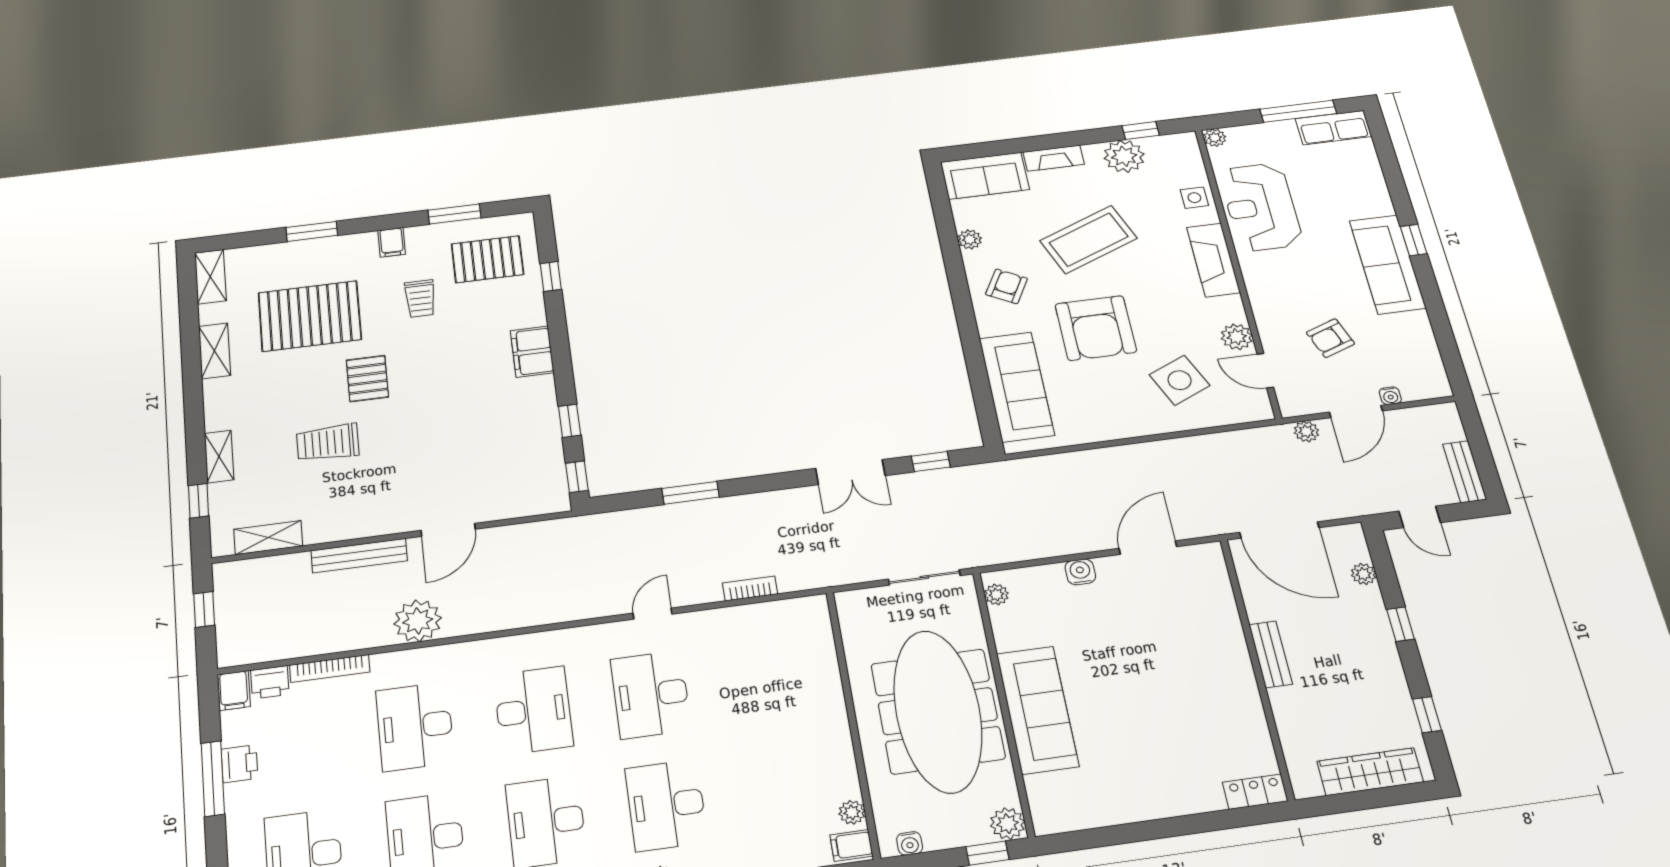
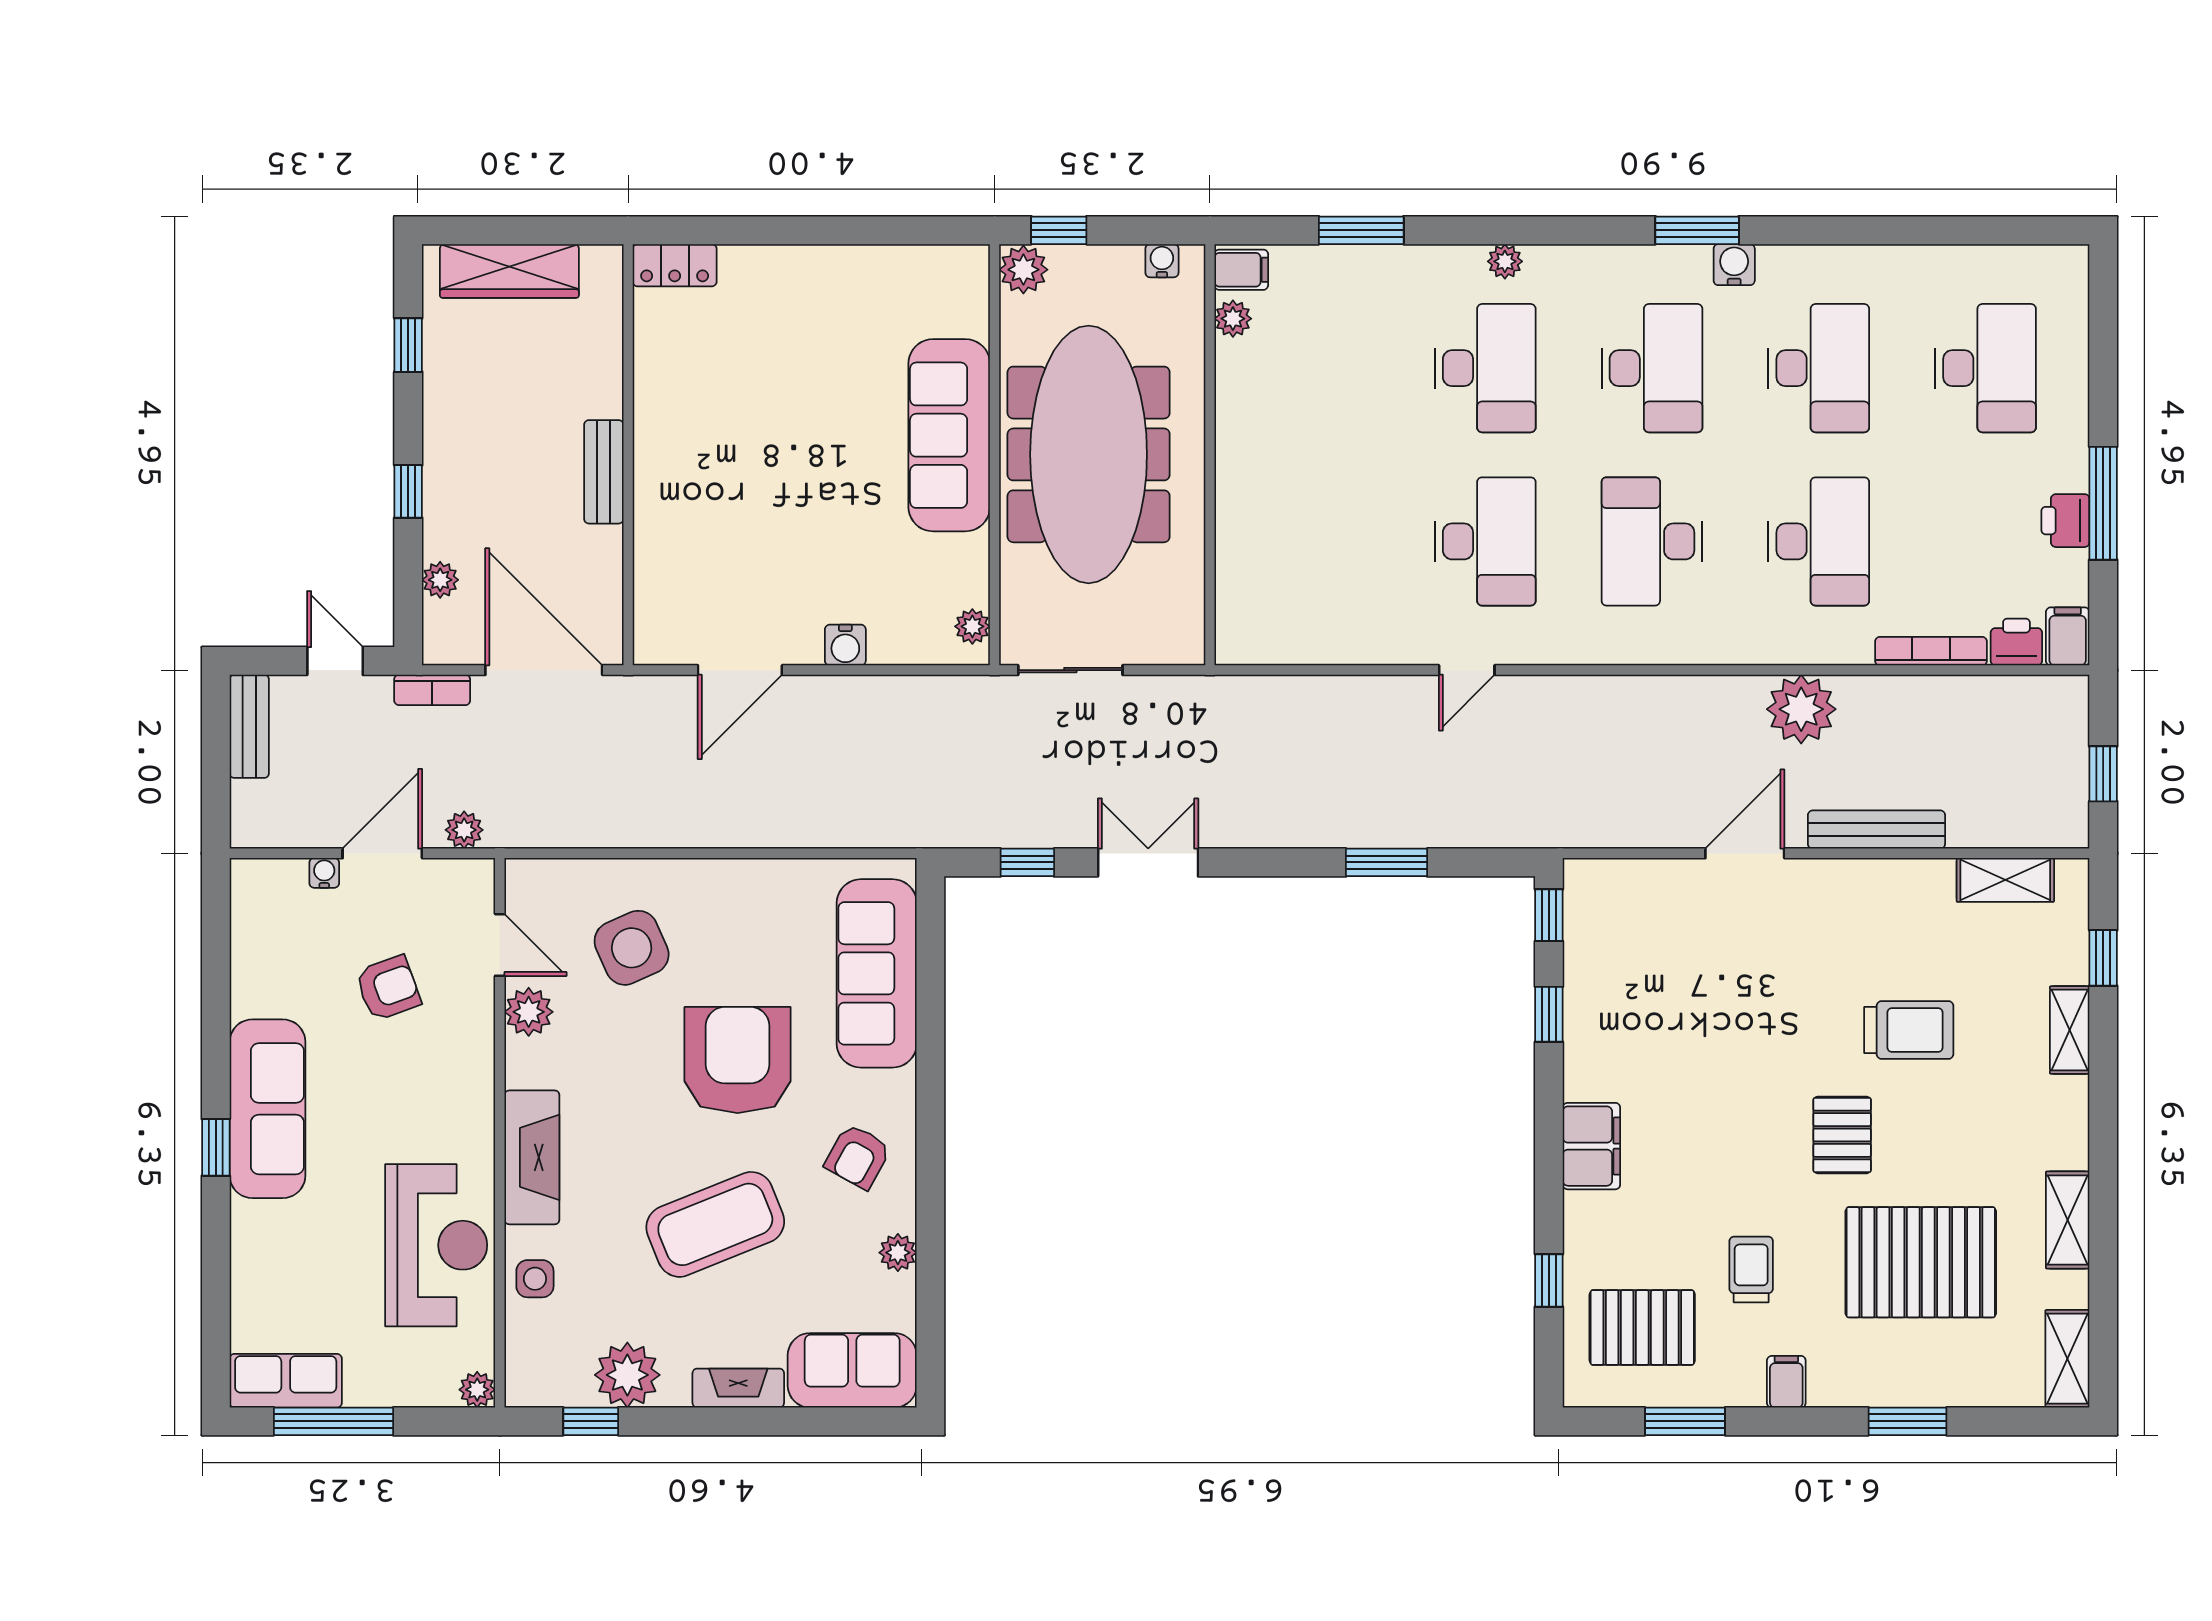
bookcase: (750, 588) -> (432, 690), moved

